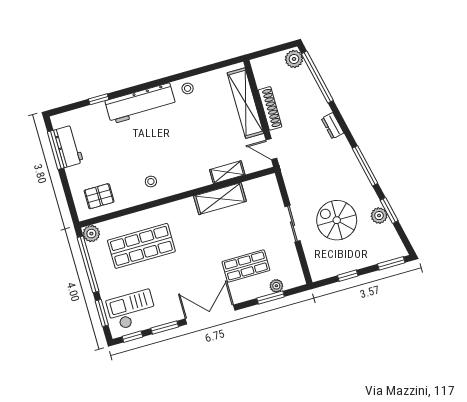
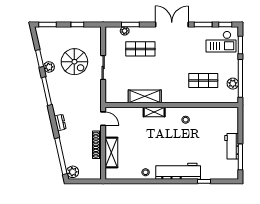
shelving: (245, 103) -> (111, 153), width x0.68
workbench: (68, 146) -> (232, 146), moved
shelving: (227, 172) -> (154, 112), moved
pallet: (99, 196) -> (221, 120), removed
plant: (379, 216) -> (49, 67), moved
plant: (91, 234) -> (233, 84), moved
shop shelf: (141, 246) -> (203, 80), width x0.70, depth x0.74
double door: (210, 315) -> (172, 24), swing flipped

